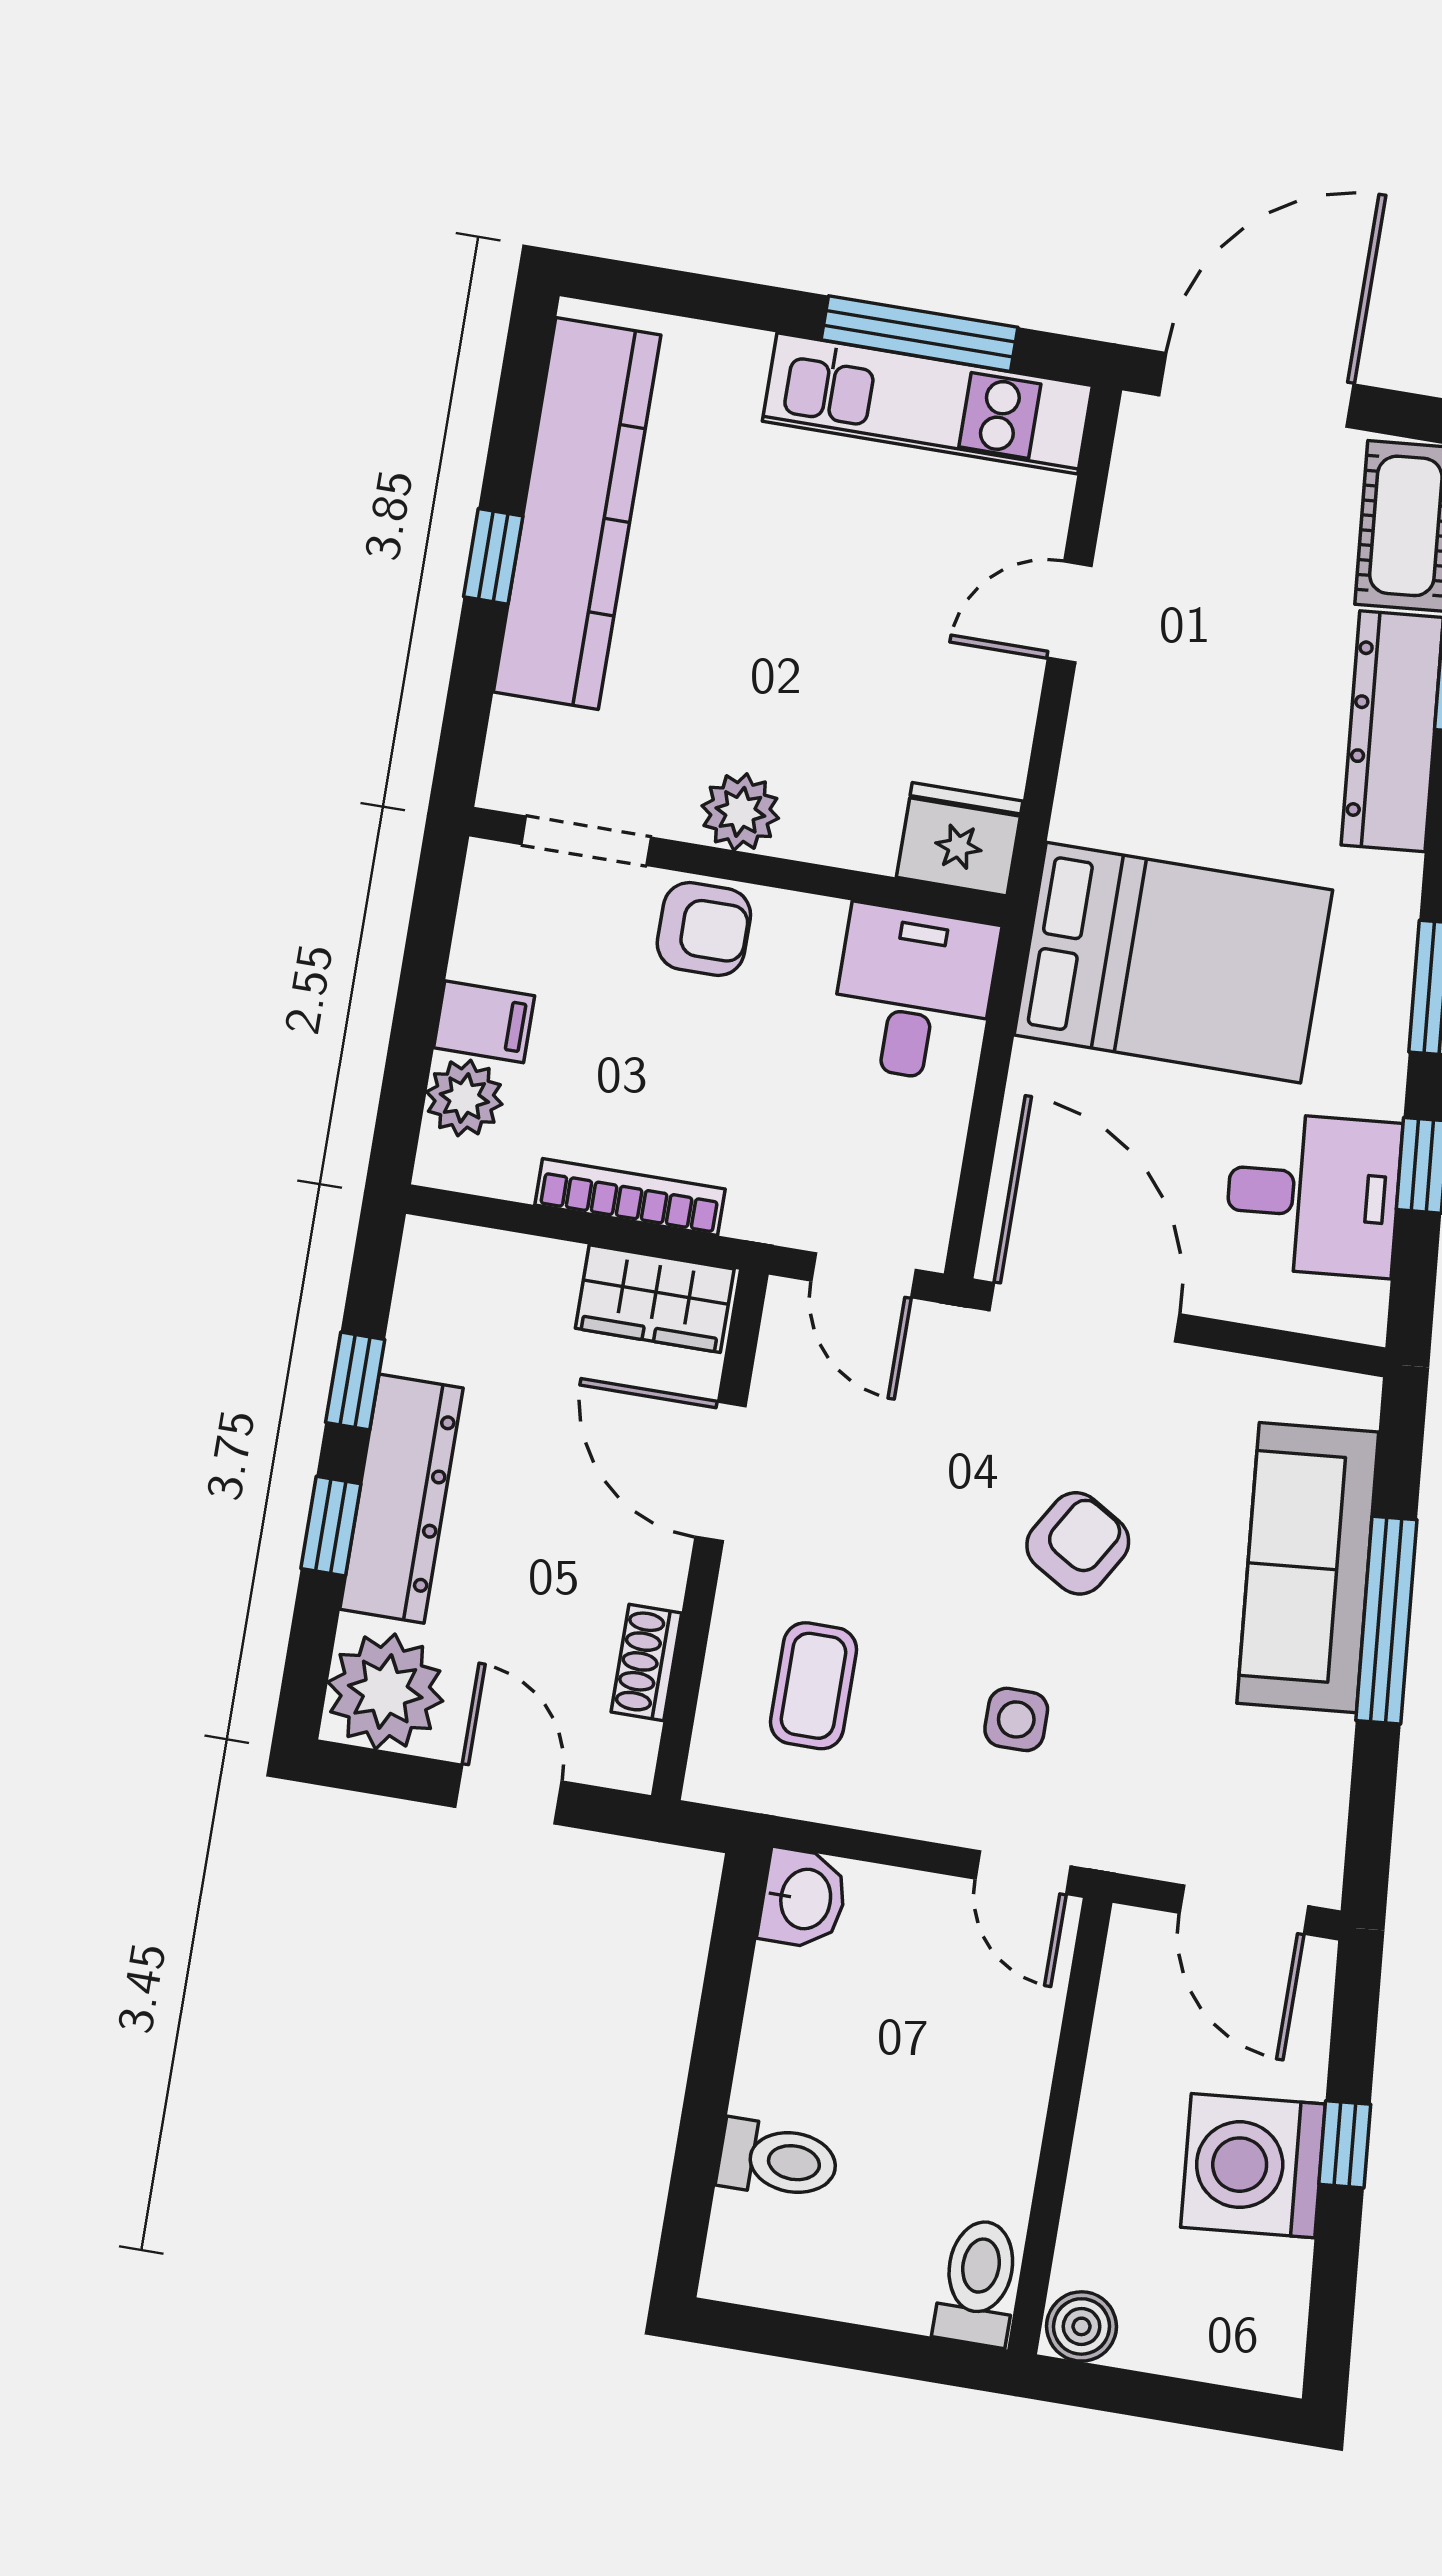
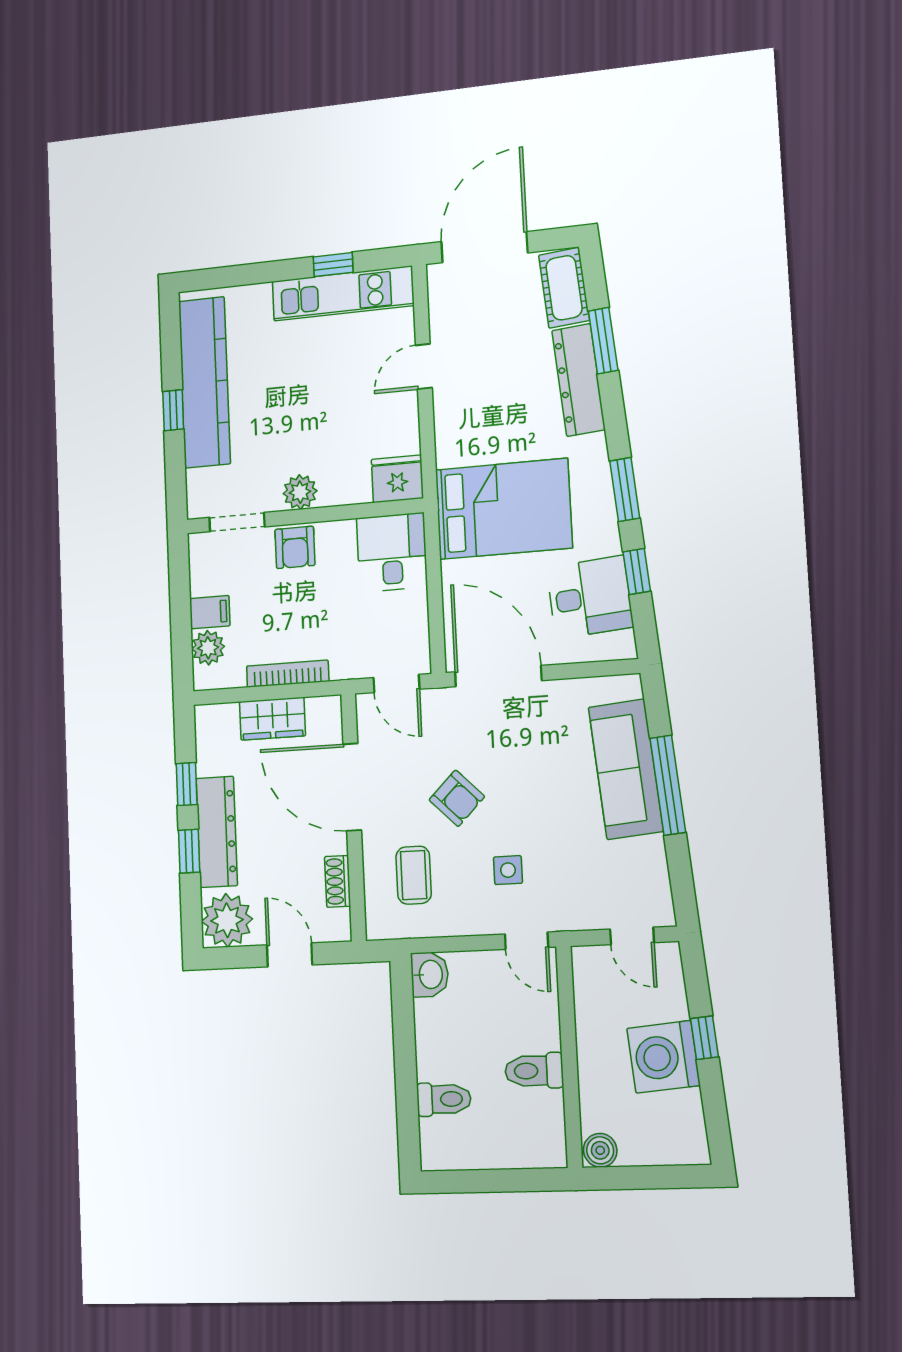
window: (920, 334) -> (333, 265), width x0.46
armchair: (704, 929) -> (295, 547), turned 90
wardrobe: (655, 1299) -> (272, 719), moved
door: (720, 1472) -> (352, 787), width x1.36
armchair: (1078, 1543) -> (457, 798), moved, turned 104
door: (1244, 1910) -> (632, 936), width x0.73
toilet: (978, 2282) -> (534, 1071), moved, turned -90

